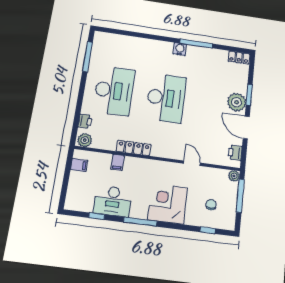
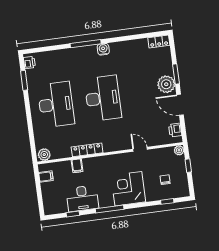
window: (196, 44) -> (86, 44), moved
window: (88, 57) -> (24, 80), width x0.69
printer: (85, 121) -> (29, 62), moved
window: (240, 196) -> (188, 166), width x0.46

